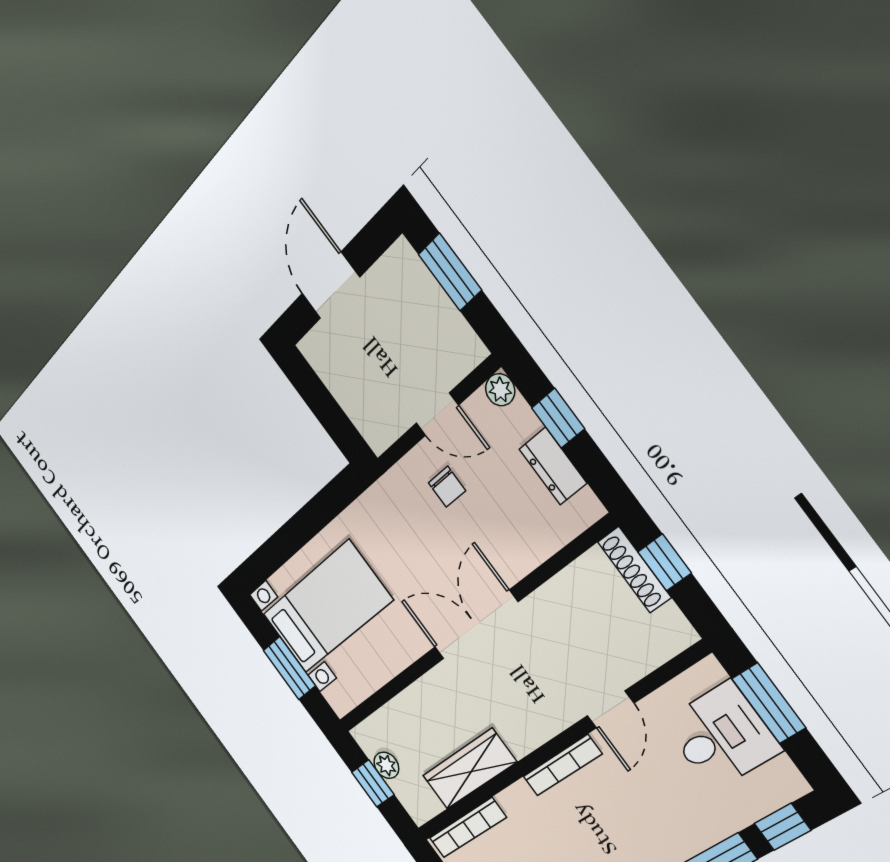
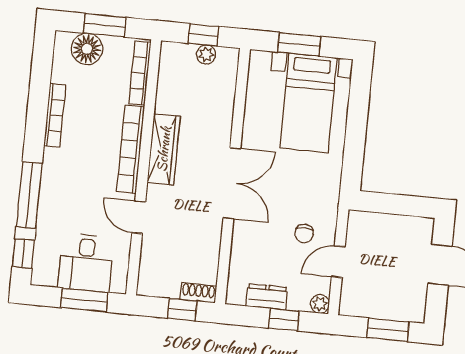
chair: (447, 487) -> (304, 233), turned -90
shoe rack: (634, 570) -> (198, 293), width x0.70
bookcase: (562, 765) -> (131, 149), width x1.48, depth x1.31
wardrobe: (469, 769) -> (164, 149), moved

